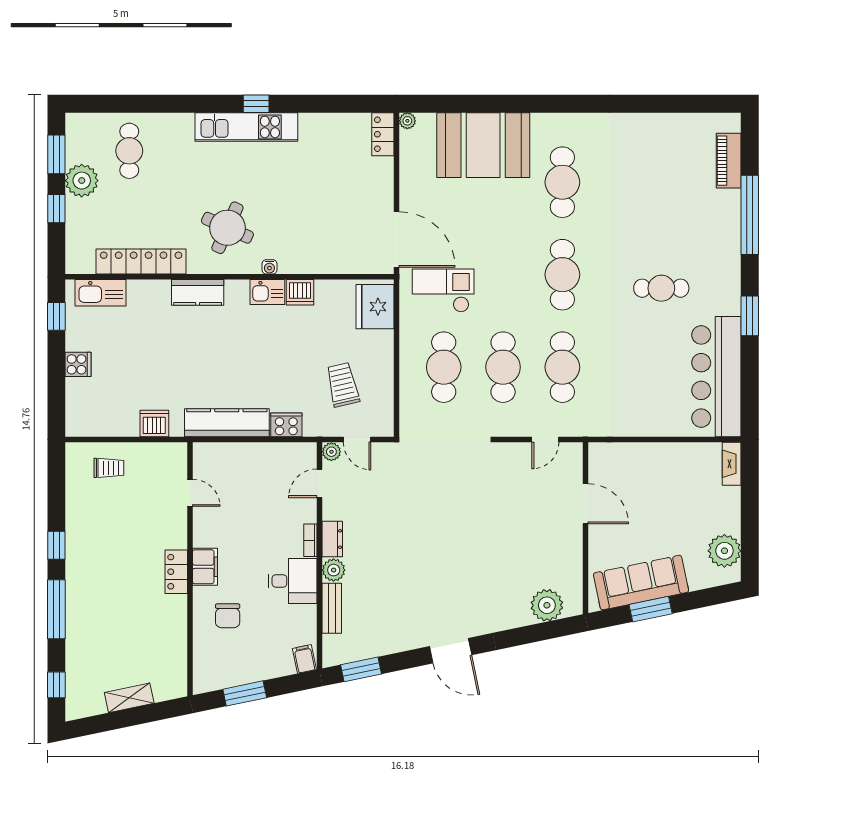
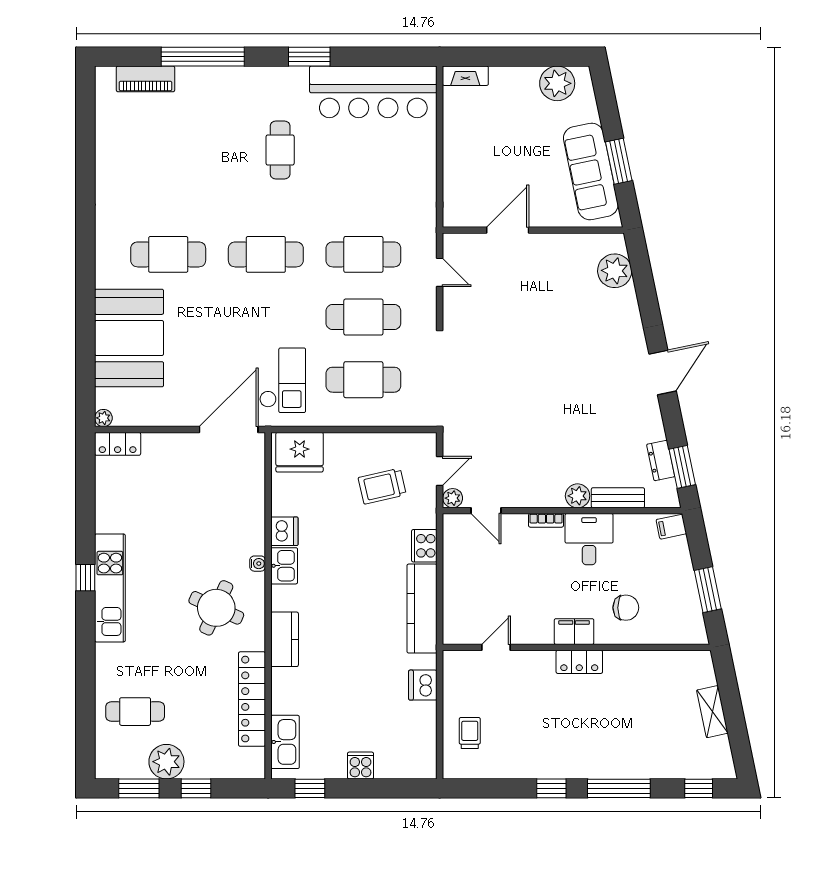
checkout: (443, 291) -> (283, 380), turned 180
dresser: (332, 539) -> (661, 461), moved, turned -102

